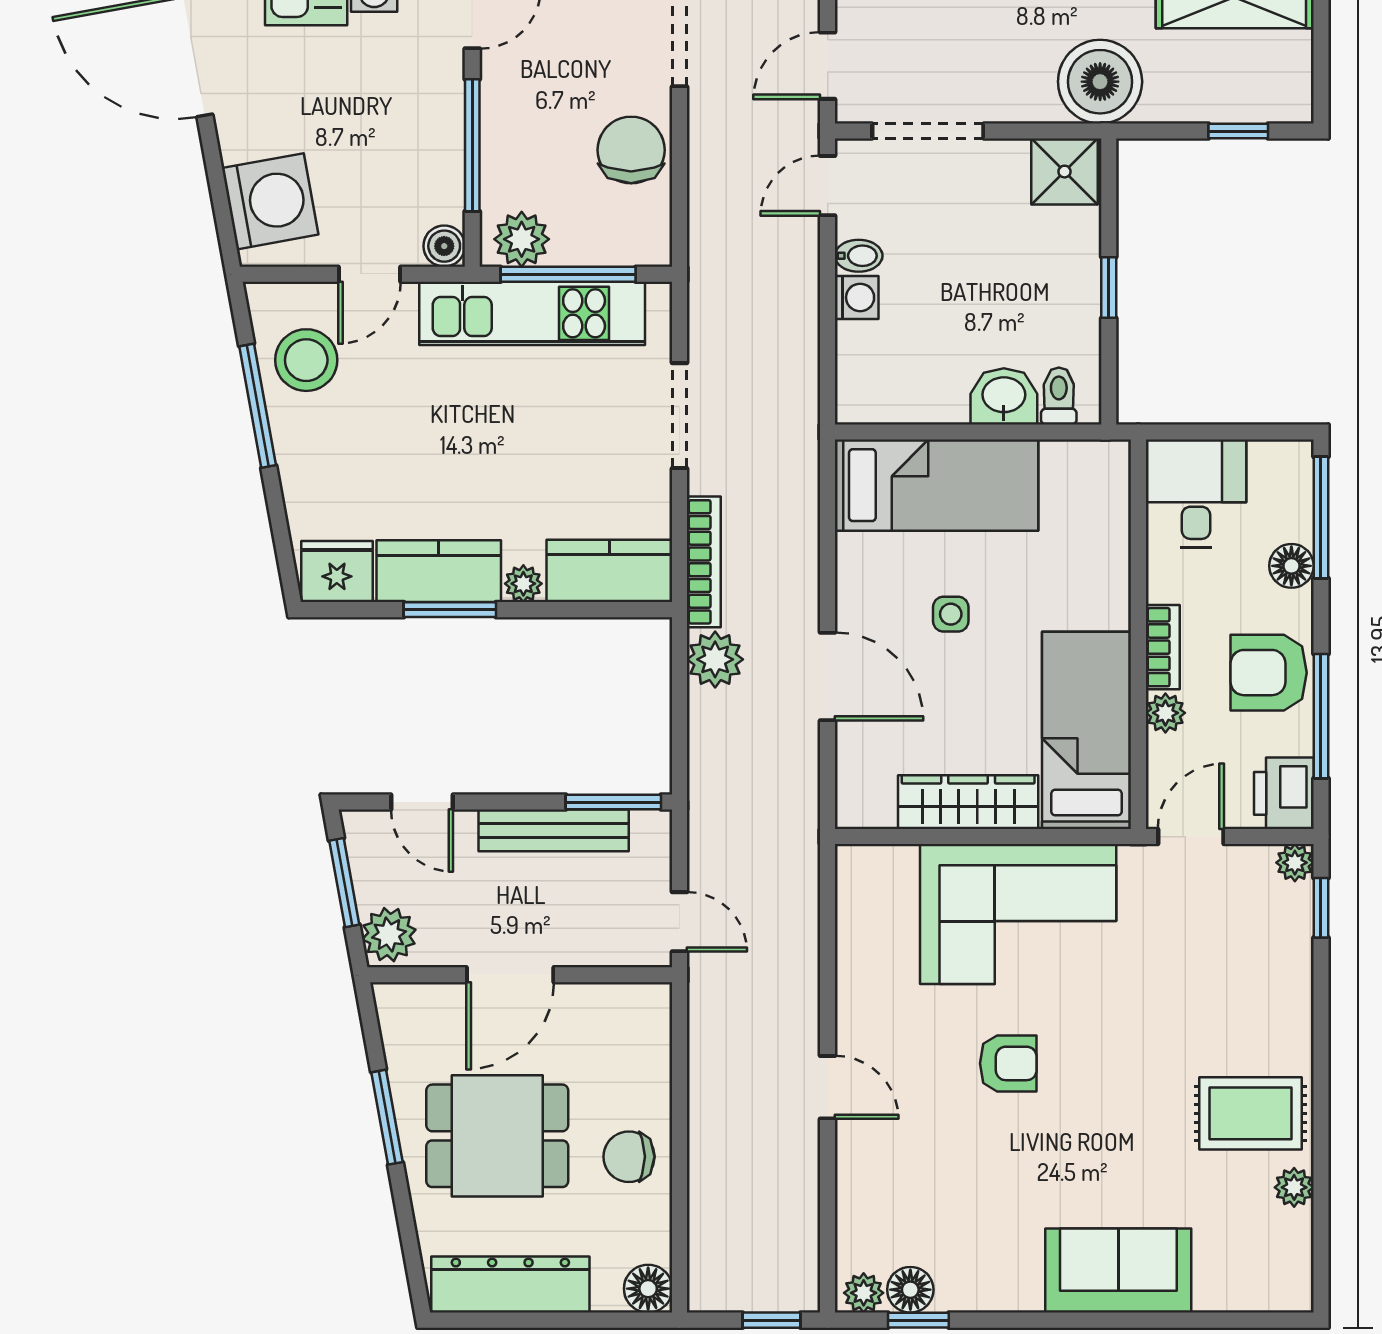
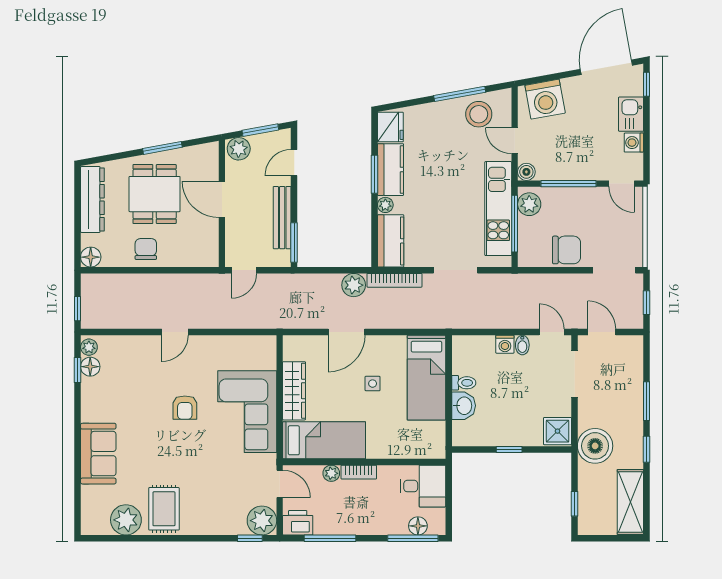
toilet: (1059, 396) -> (464, 383), moved
floor lamp: (1291, 566) -> (418, 526), moved
armchair: (1269, 673) -> (348, 516), removed
plant: (1295, 863) -> (262, 521), width x1.88, depth x1.88
plant: (1294, 1187) -> (126, 520), width x1.87, depth x1.87

